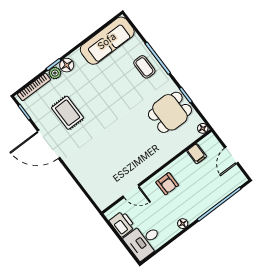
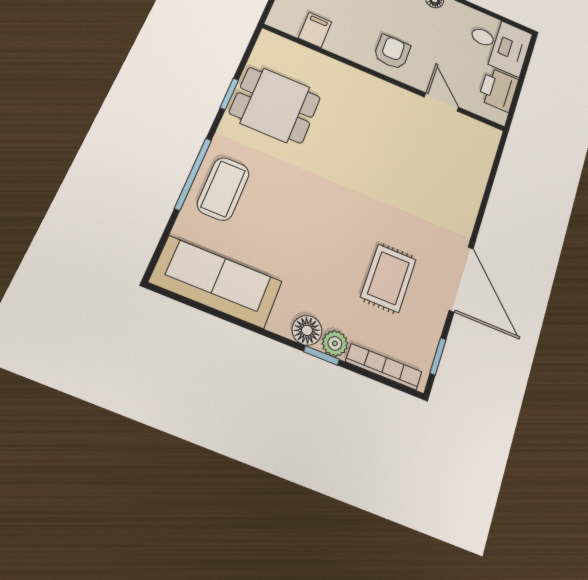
coffee table: (144, 67) -> (223, 189), width x1.36, depth x1.30
floor lamp: (203, 128) -> (268, 40), removed

